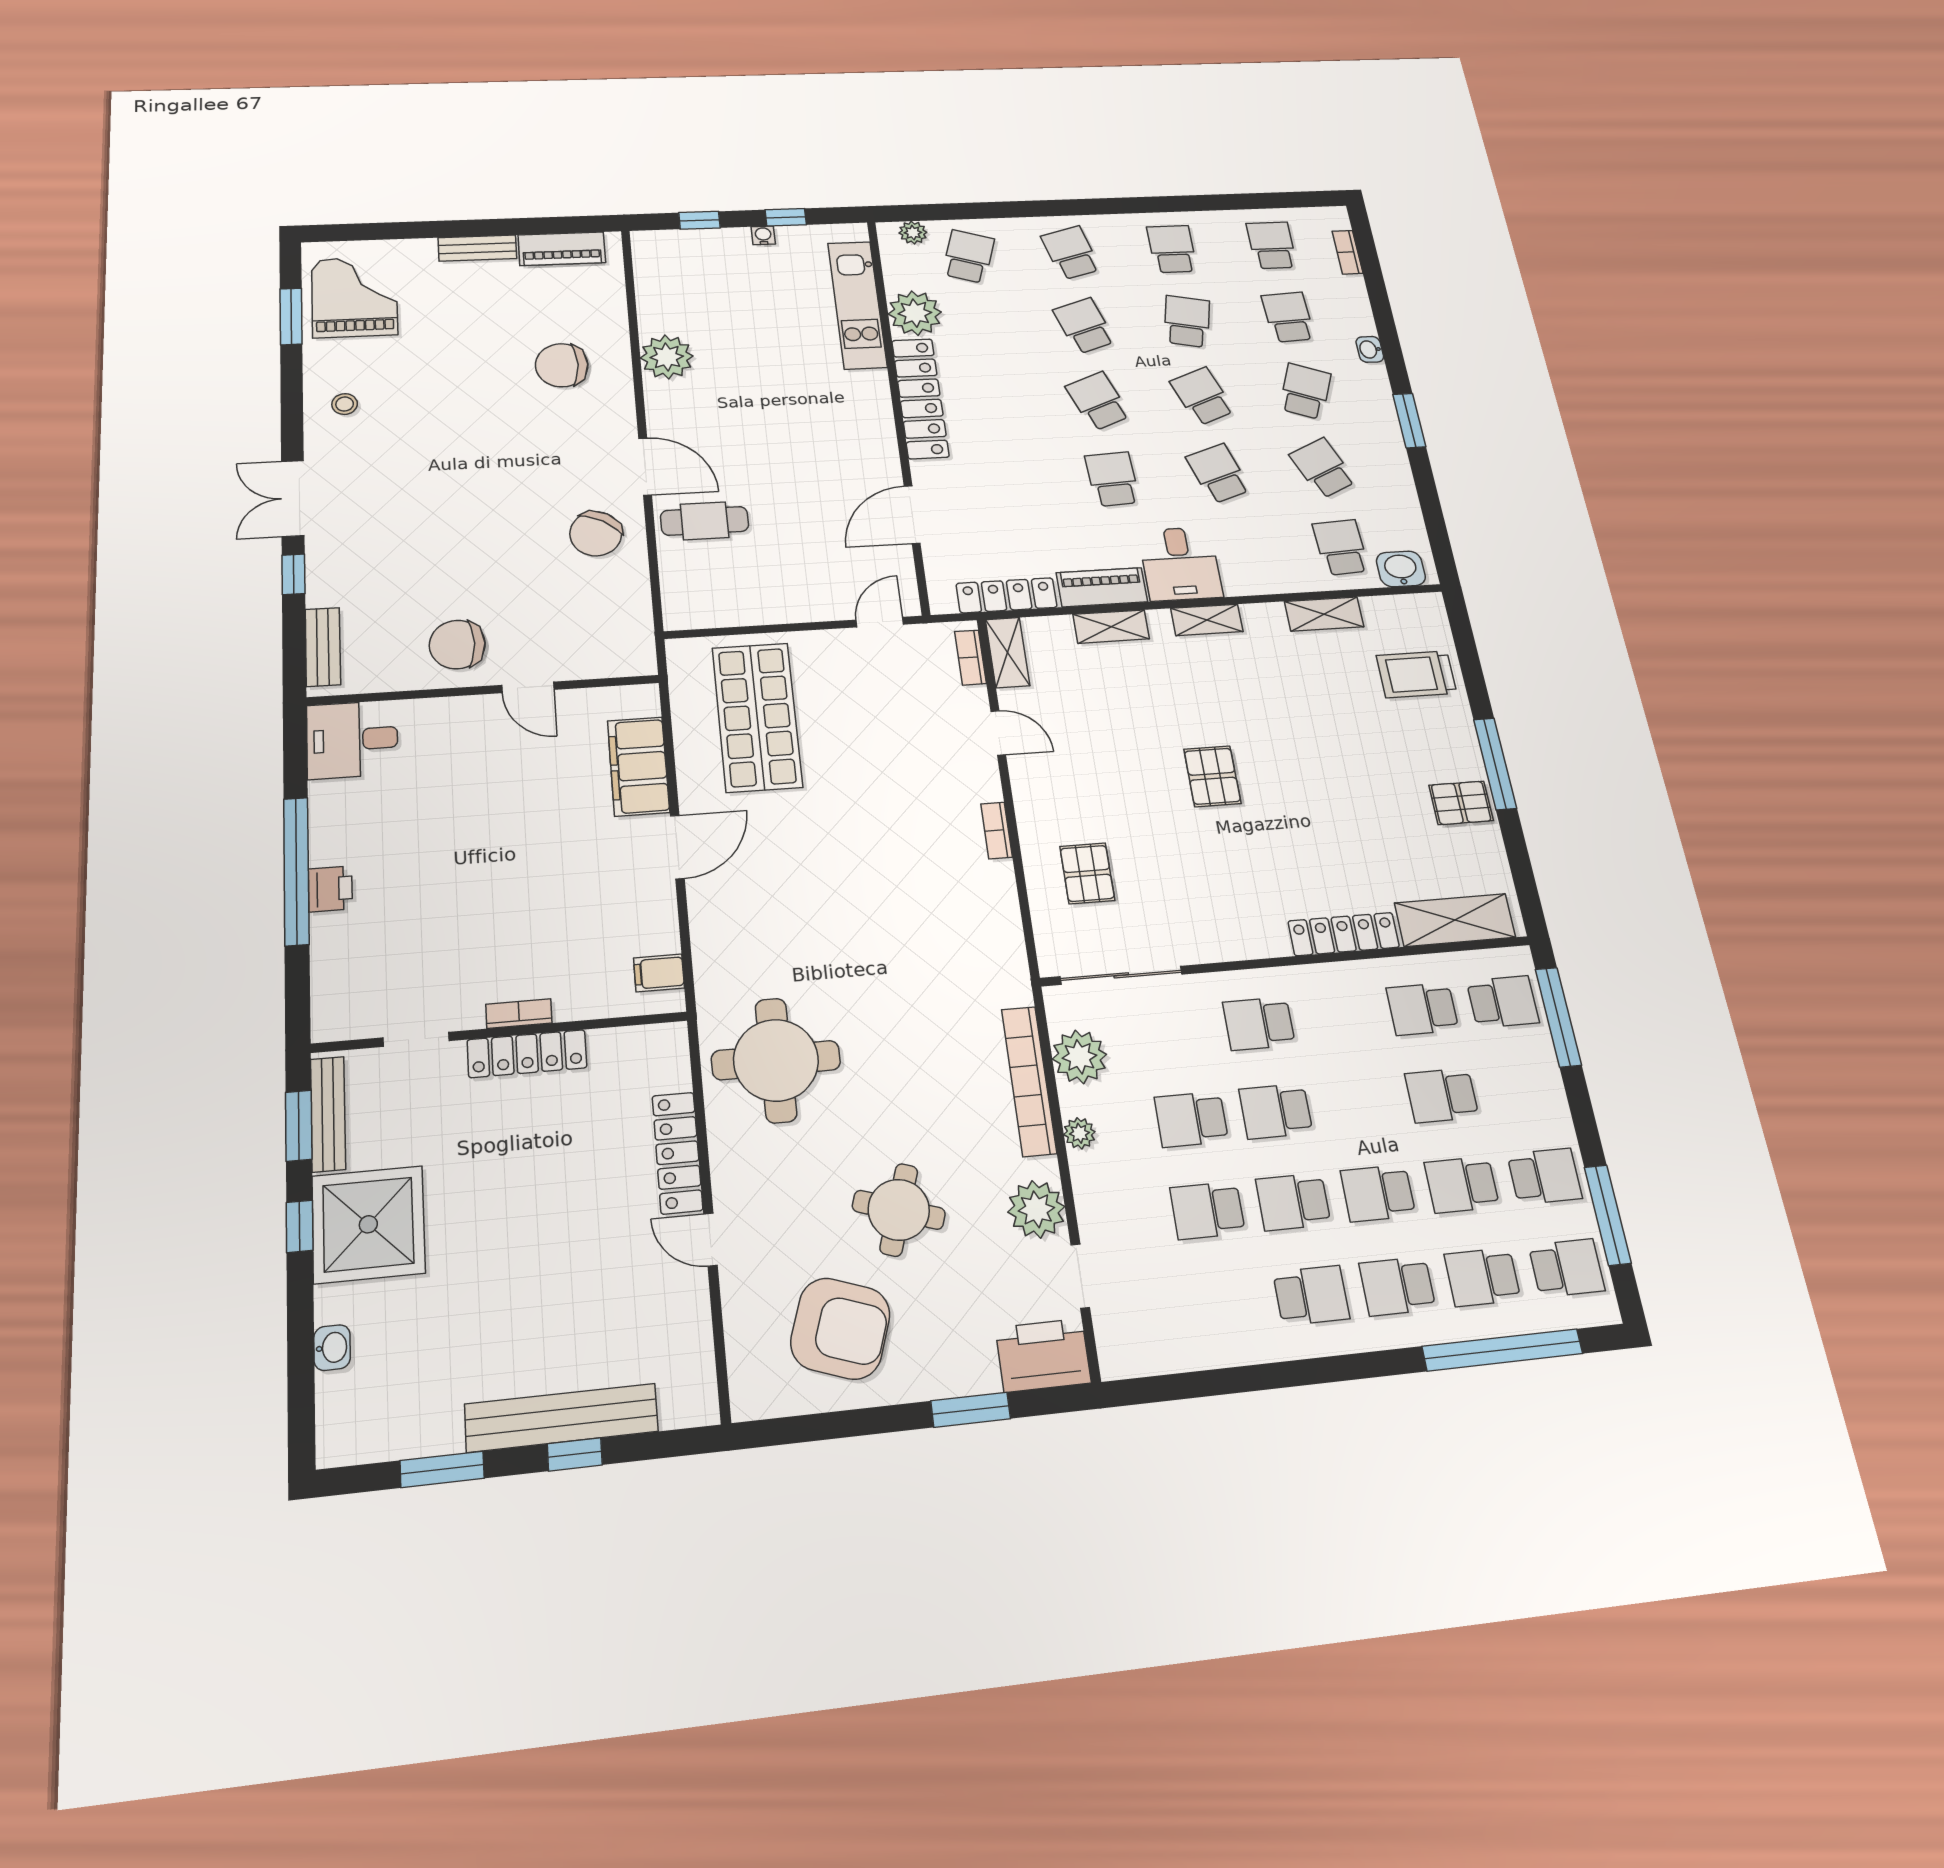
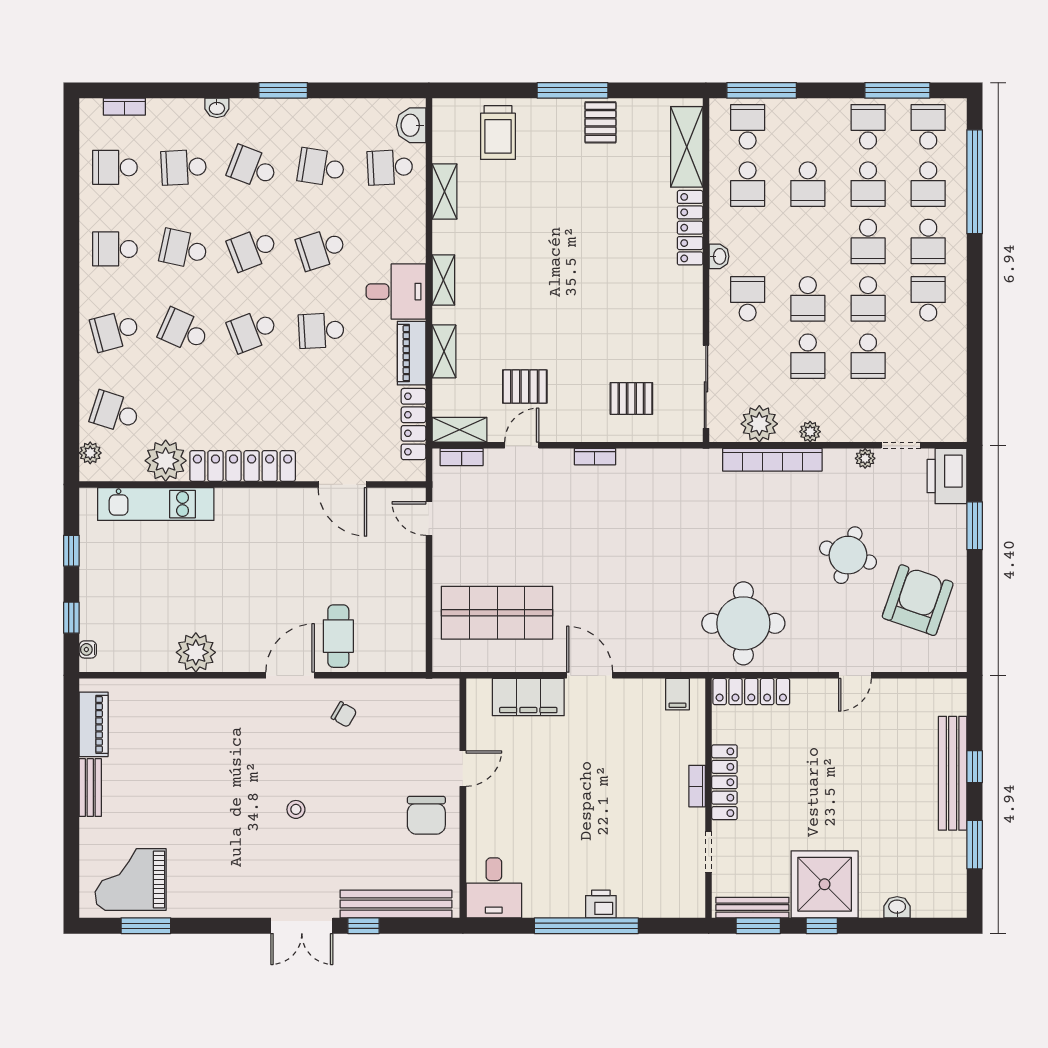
water cooler: (763, 235) -> (88, 649), moved
school desk: (1084, 326) -> (184, 331), turned 42
chair: (562, 365) -> (199, 730), removed
stool: (345, 404) -> (296, 809), moved
school desk: (1323, 468) -> (321, 167), turned 33
chair: (596, 534) -> (344, 714), width x0.54, depth x0.54
bench: (323, 647) -> (396, 904), width x1.86, depth x1.21
pallet: (1212, 776) -> (525, 387), moved
washbasin: (1311, 978) -> (719, 256), added
school desk: (1259, 1024) -> (748, 299), turned 180
locker: (677, 1153) -> (751, 692), moved
plant: (1036, 1209) -> (865, 458), width x0.53, depth x0.53

